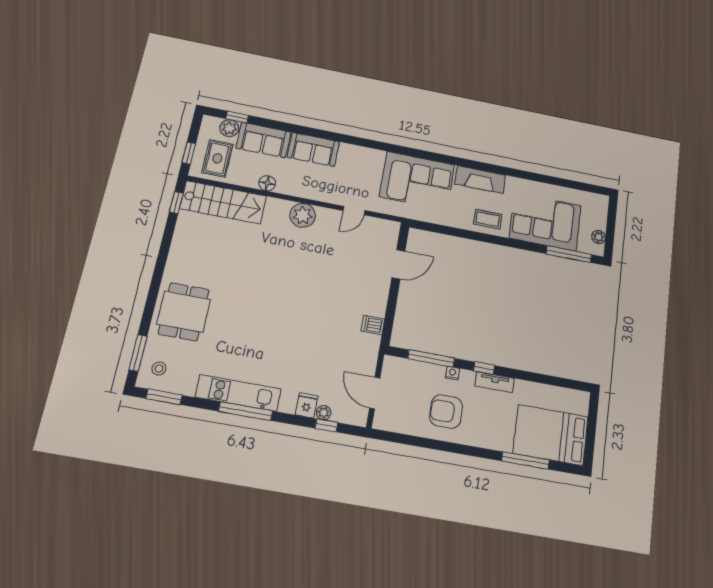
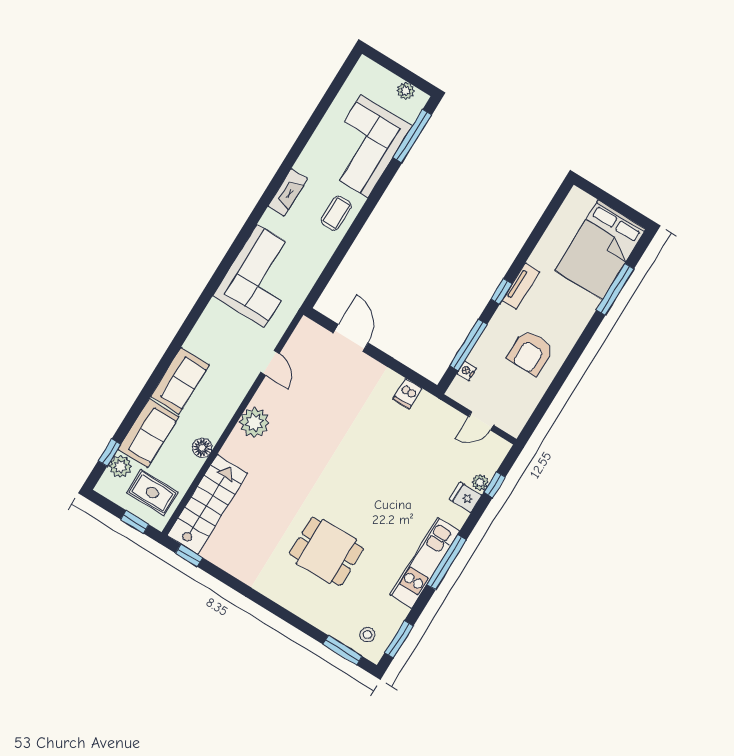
fireplace: (480, 180) -> (288, 192), width x0.73, depth x0.76
dining table: (184, 312) -> (326, 551), moved
nightstand: (452, 373) -> (467, 371), moved
door: (375, 393) -> (481, 421), width x0.73

